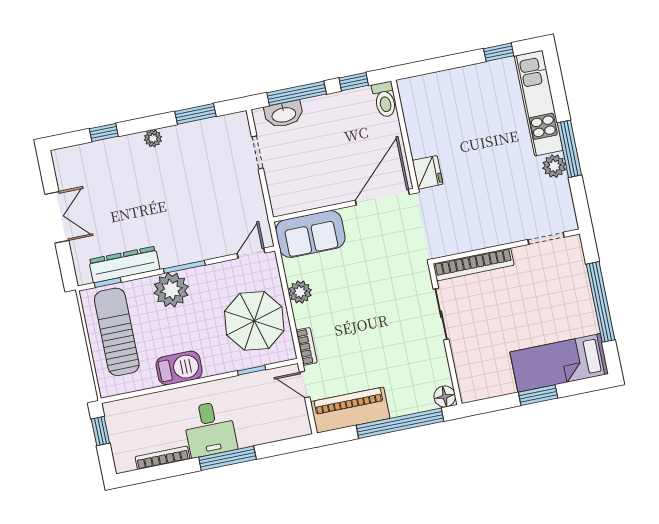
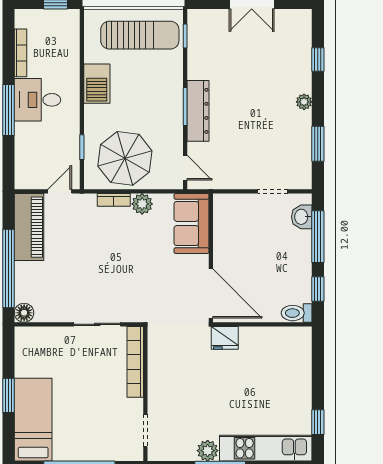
washbasin: (284, 114) -> (302, 217), width x0.72
dresser: (124, 265) -> (198, 111), moved
plant: (171, 290) -> (167, 91), removed
bookcase: (307, 346) -> (114, 200), moved

